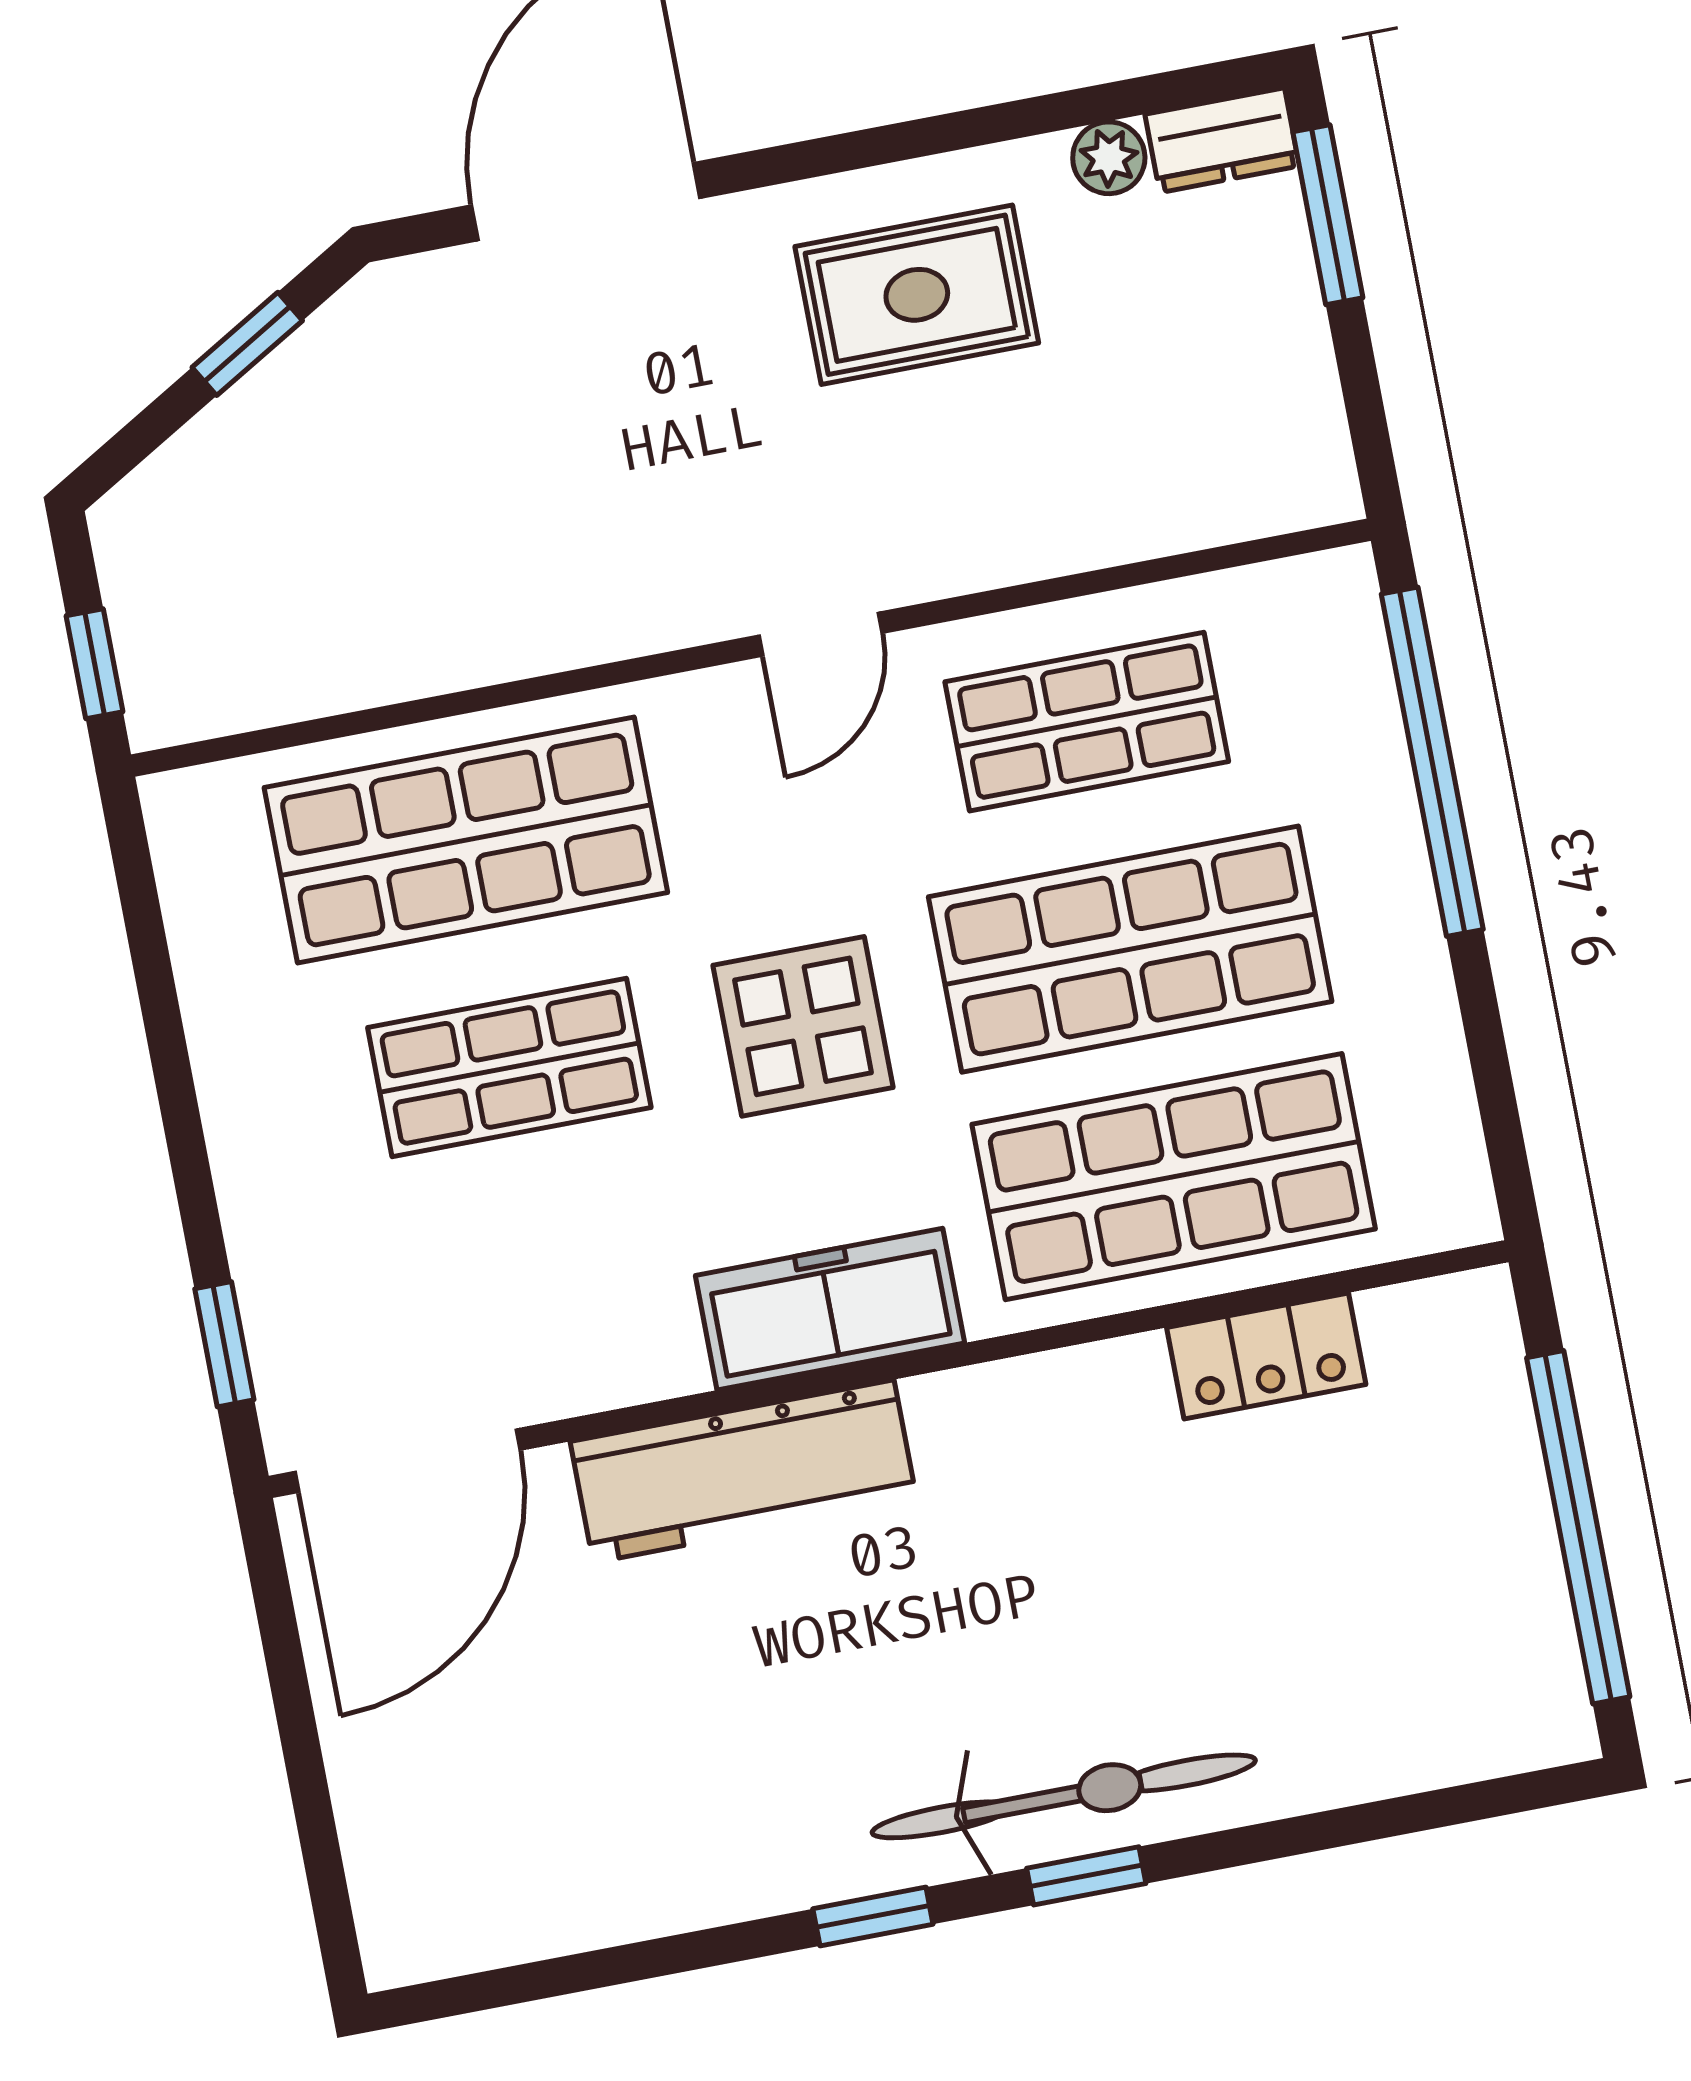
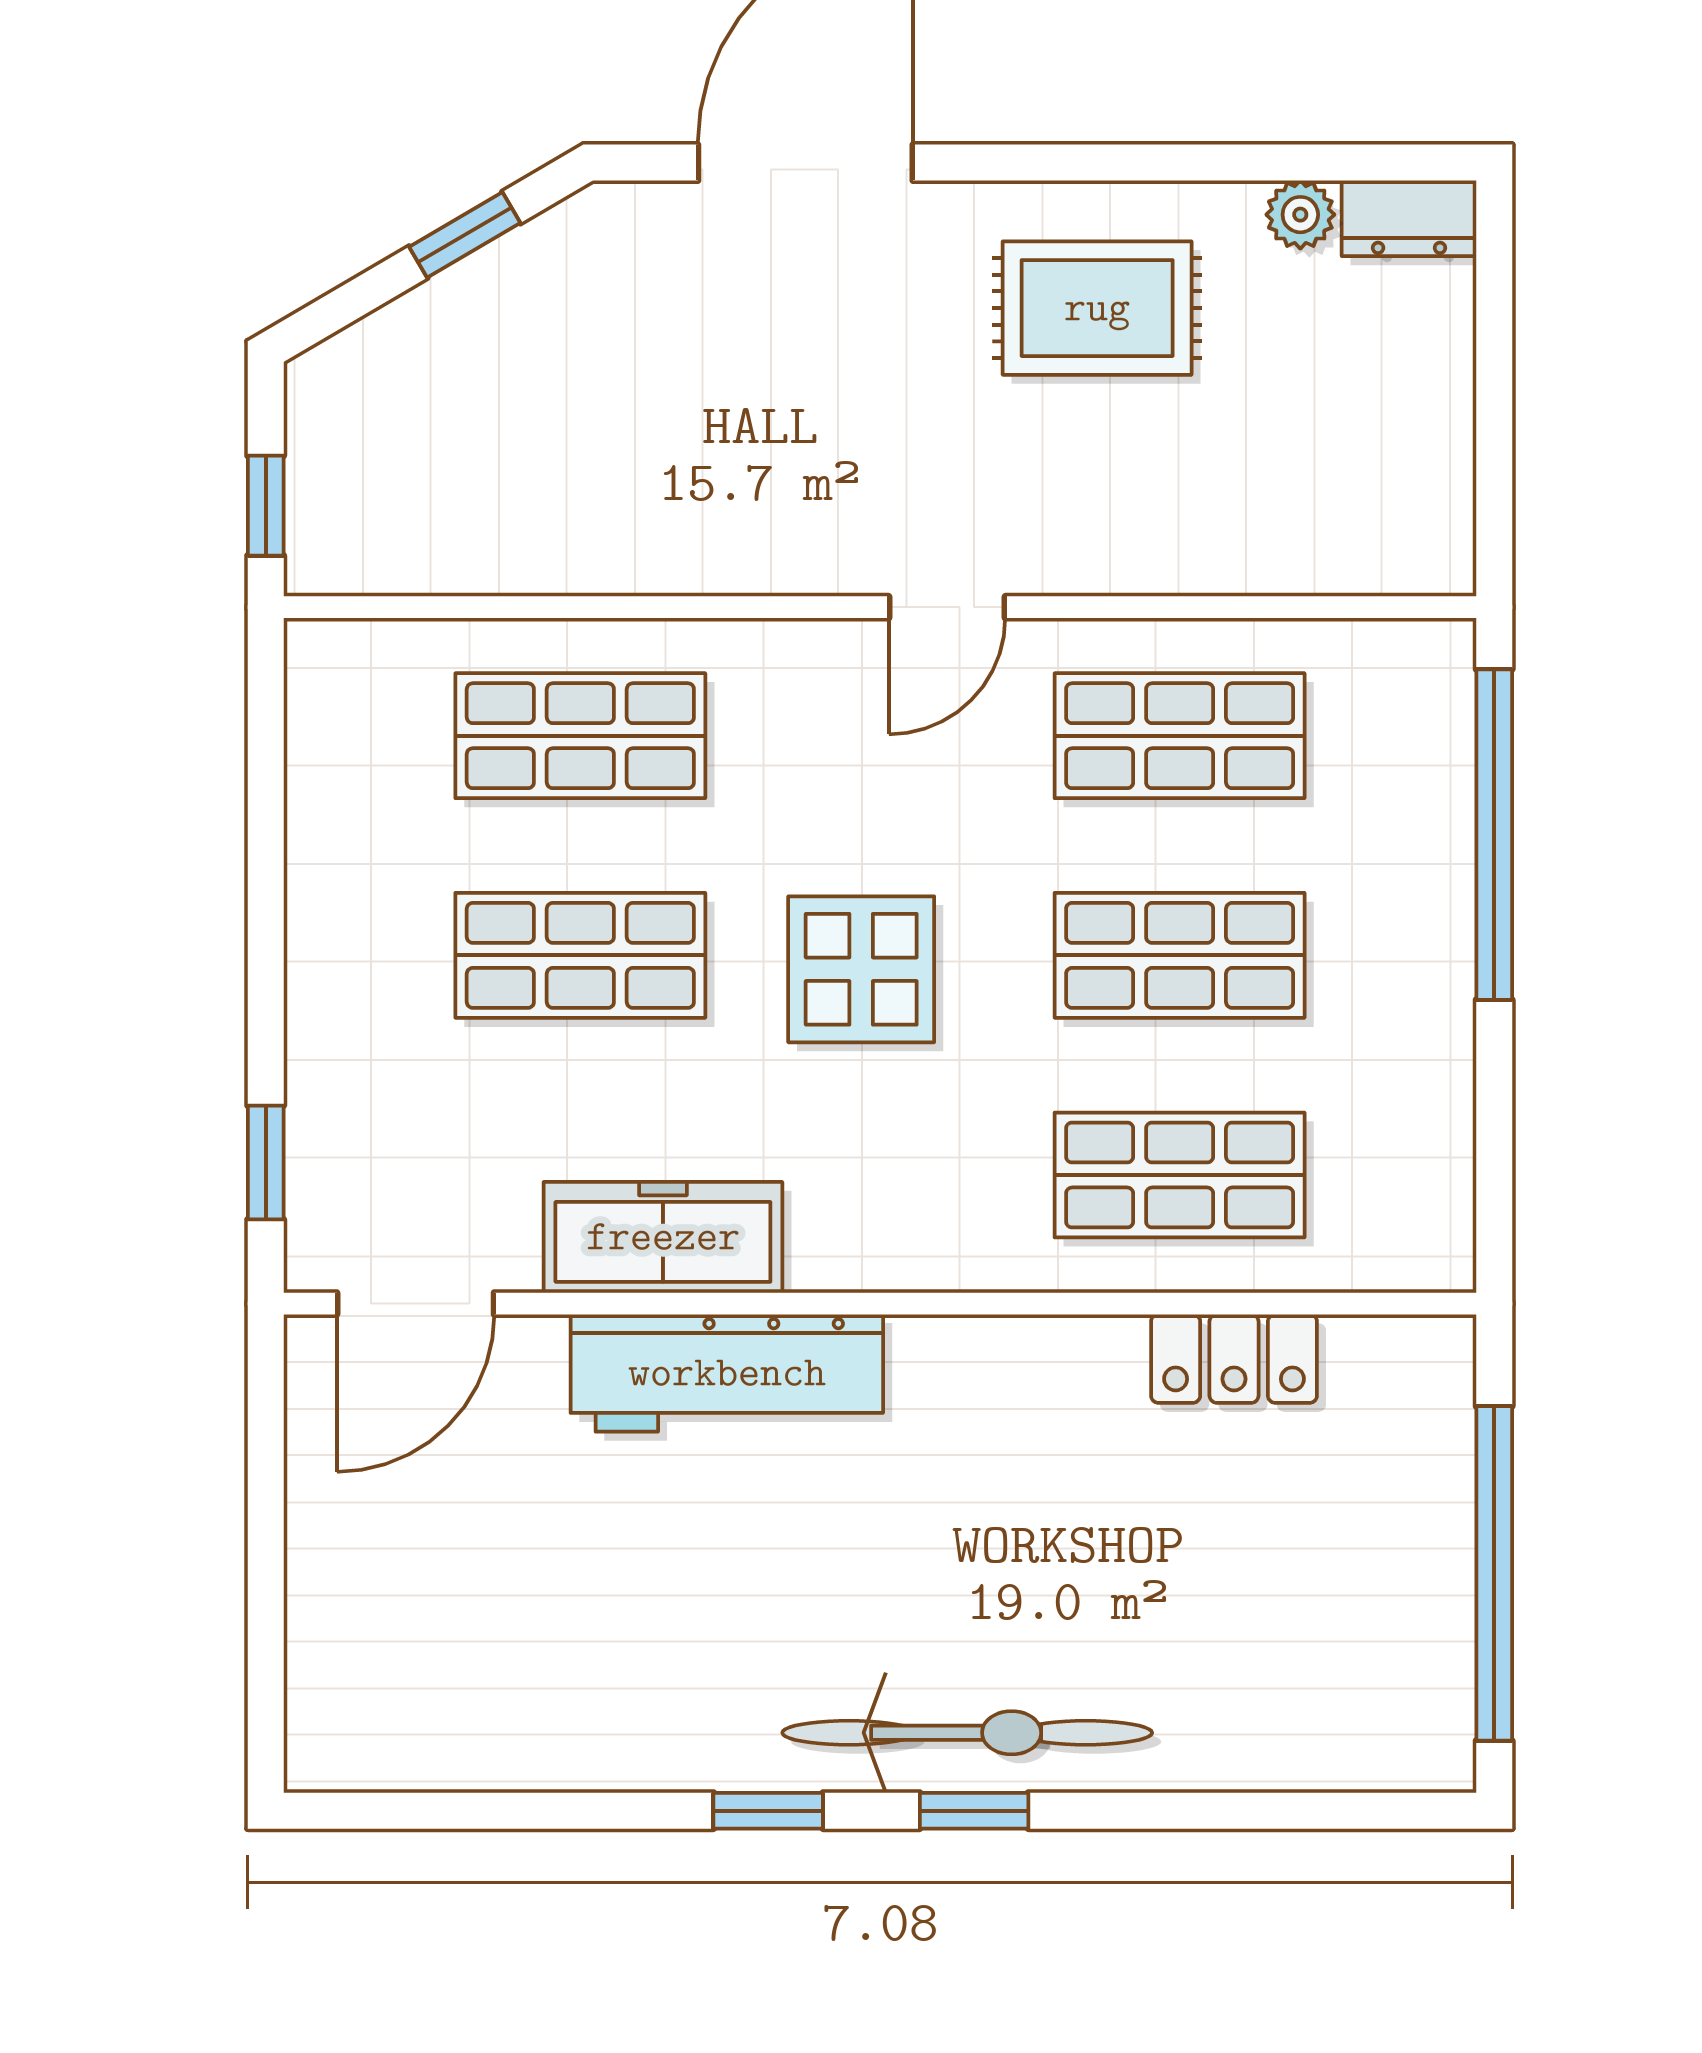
window: (1328, 215) -> (1494, 307), removed
shop shelf: (466, 840) -> (580, 736), width x0.70, depth x0.74
shop shelf: (1130, 949) -> (1180, 955), width x0.70, depth x0.74
shop shelf: (1174, 1177) -> (1180, 1175), width x0.70, depth x0.74
freezer: (830, 1309) -> (663, 1237), moved
door: (407, 1461) -> (416, 1304), width x0.73

